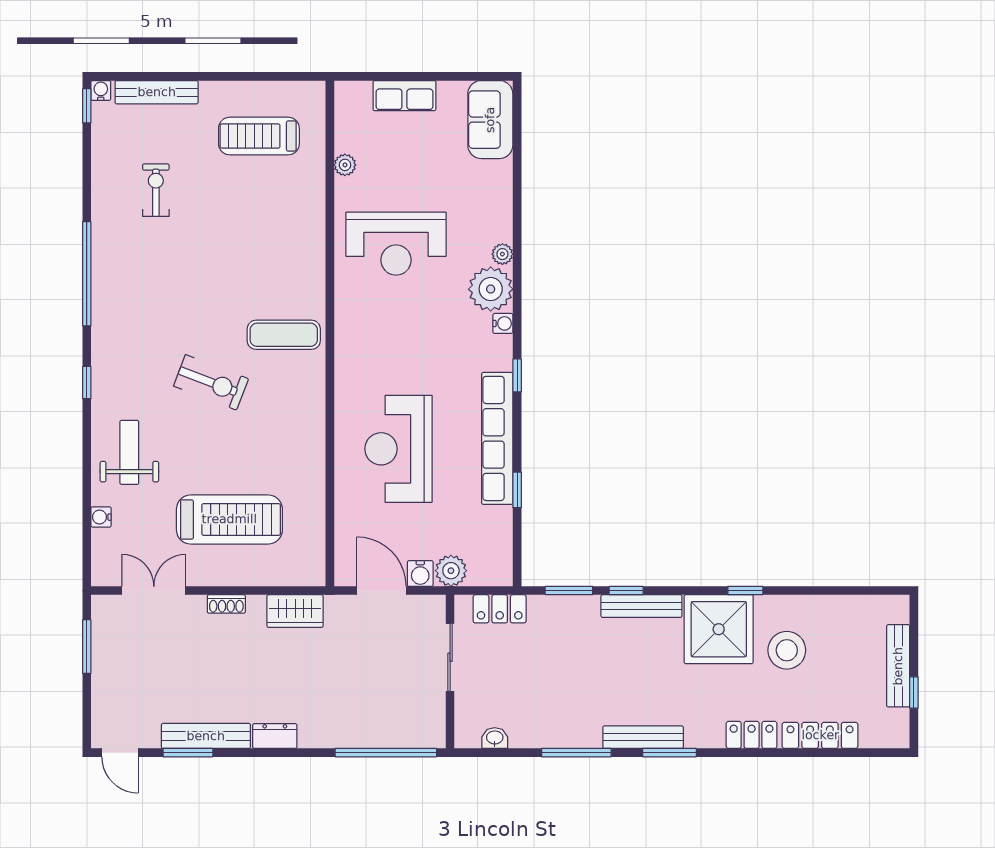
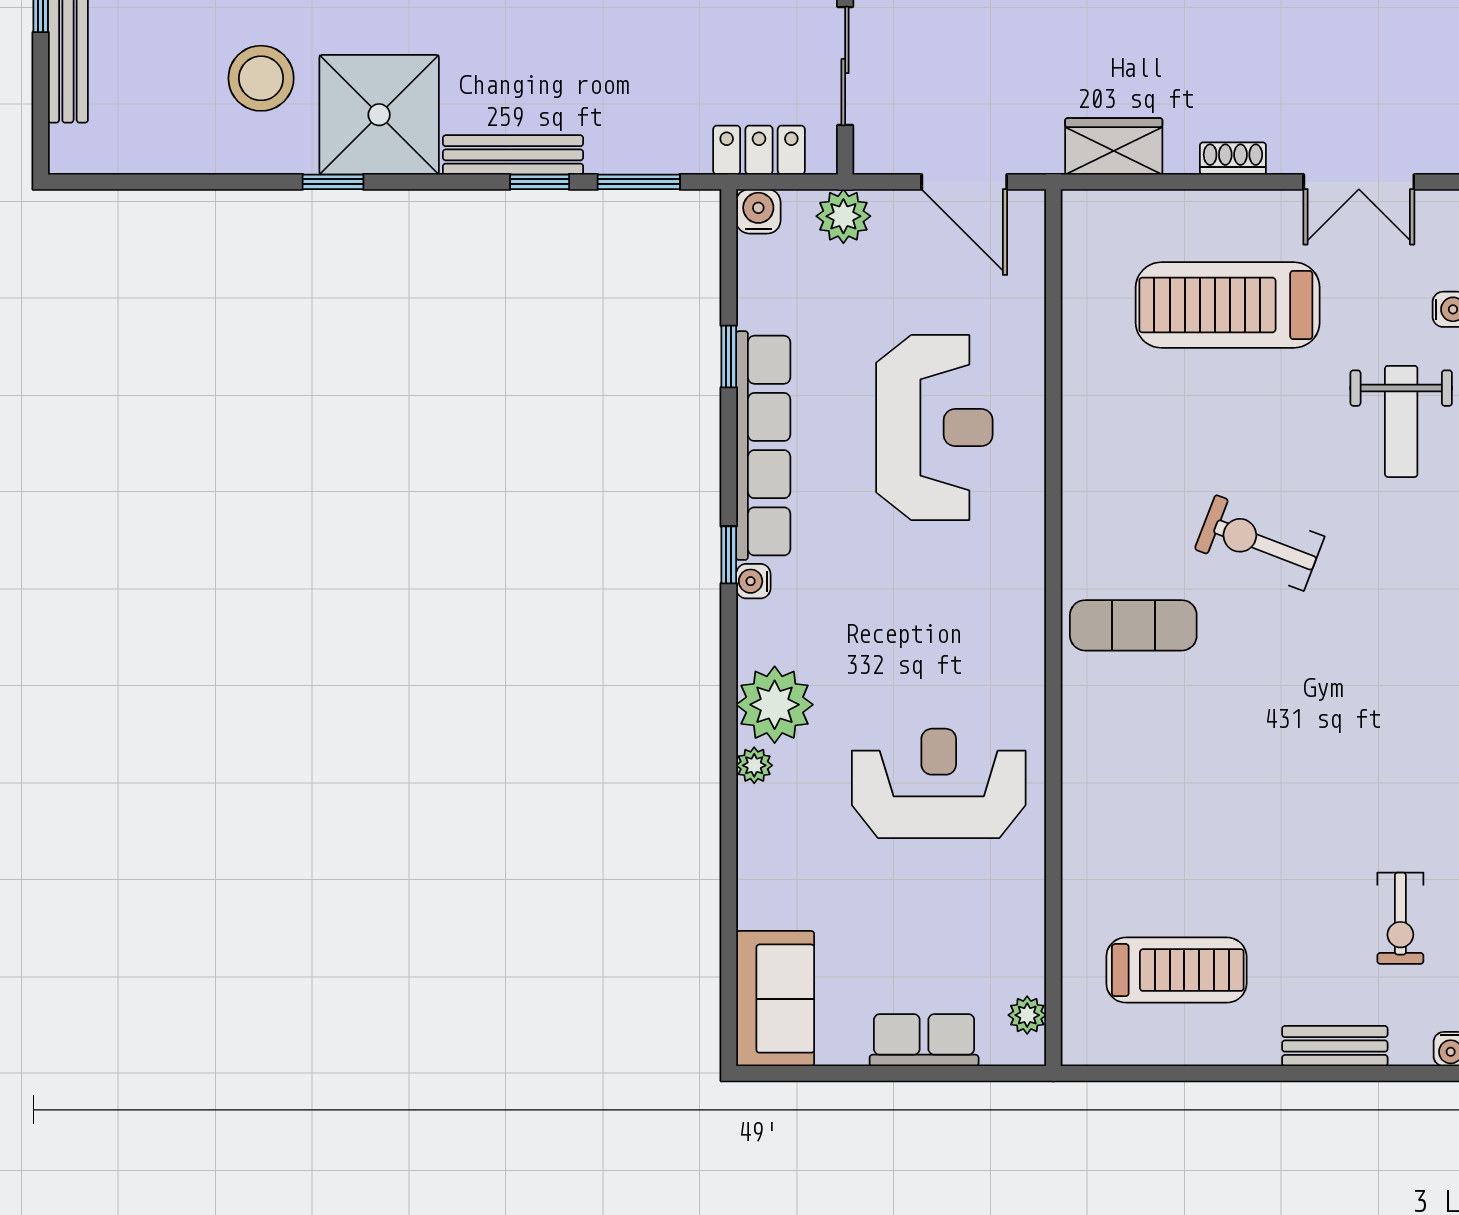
bench: (157, 92) -> (1335, 1046), width x0.73
plant: (345, 165) -> (1027, 1015), moved
exercise bike: (156, 190) -> (1400, 918), moved
water cooler: (503, 323) -> (753, 581), moved
water cooler: (420, 573) -> (758, 211), moved

